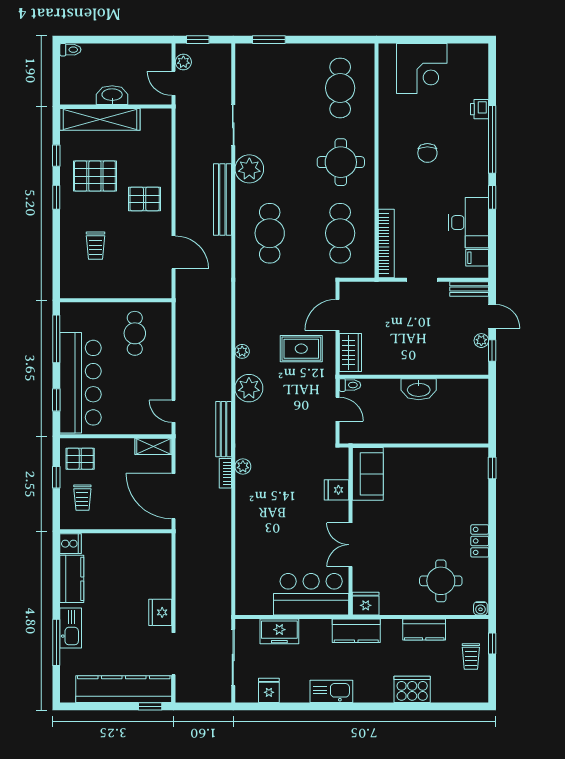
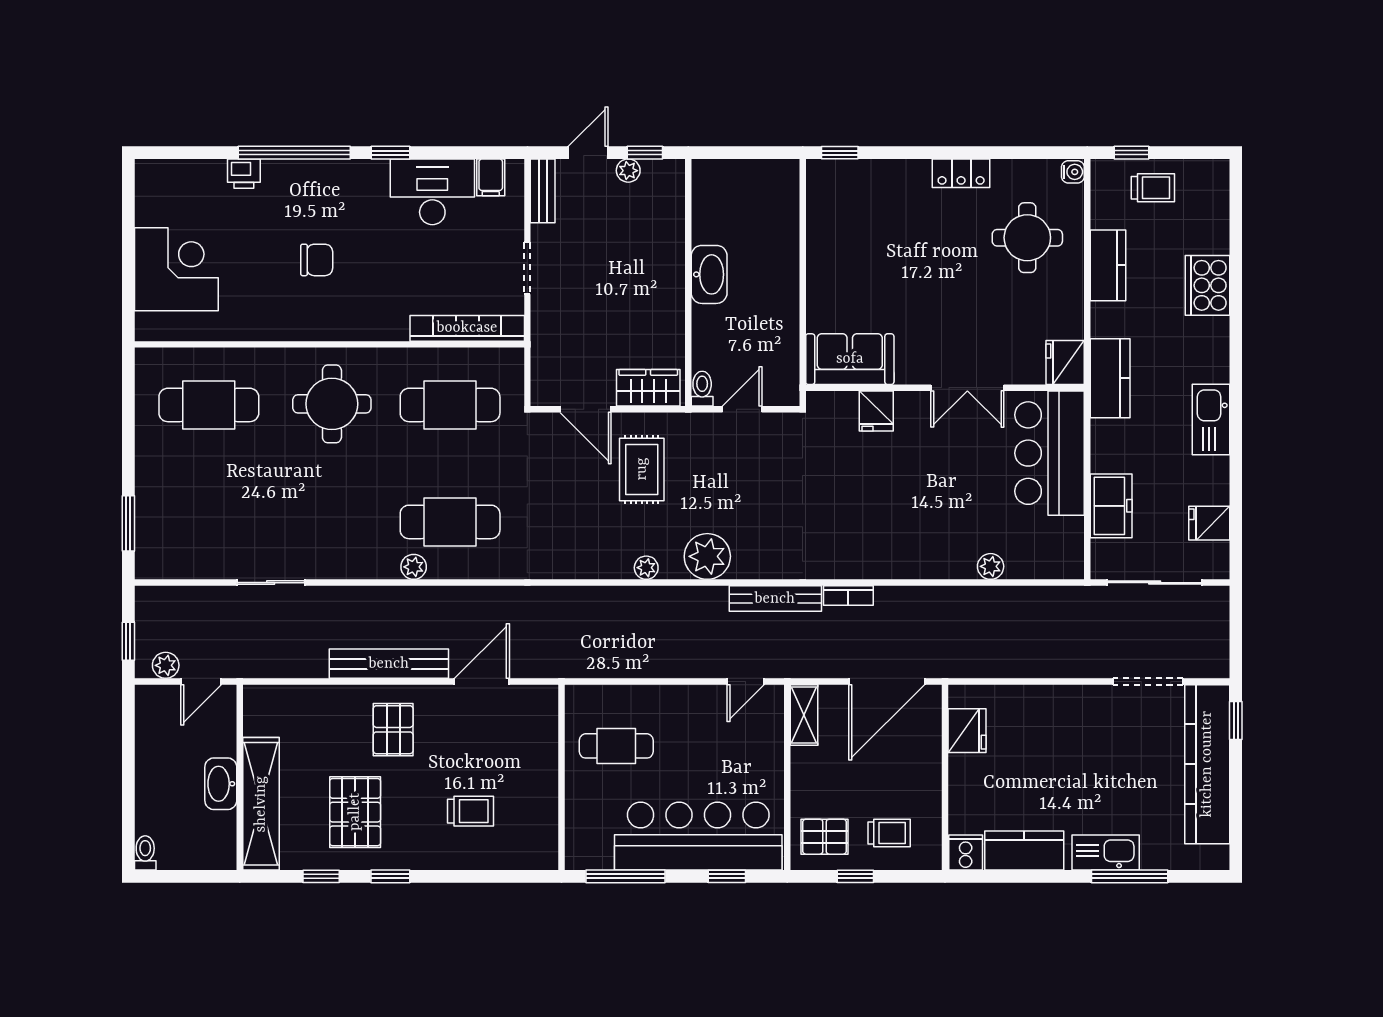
plant: (249, 169) -> (414, 567), moved, width x0.53, depth x0.53
bench: (222, 199) -> (389, 664), moved
pallet: (80, 459) -> (825, 837), turned 90
plant: (243, 467) -> (991, 566), moved
fridge: (160, 612) -> (967, 731), moved, turned -90

